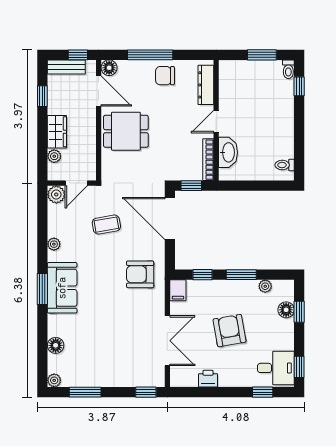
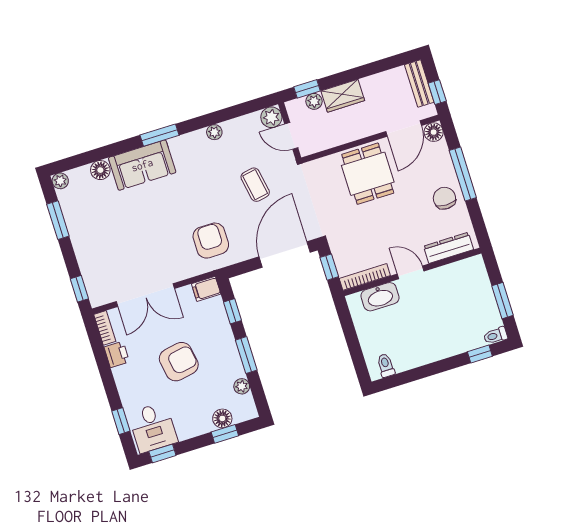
window: (42, 96) -> (307, 89), moved
sofa: (62, 288) -> (142, 165), moved
bookcase: (184, 382) -> (105, 328), added

